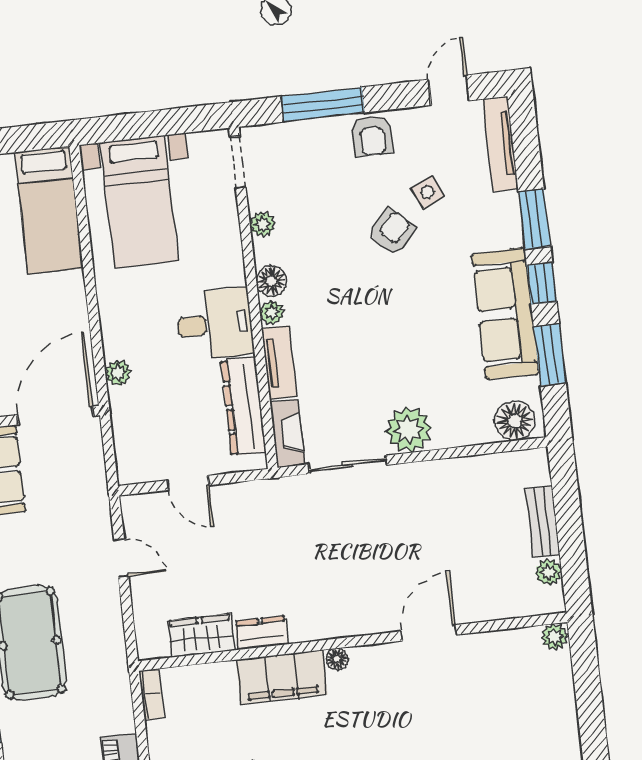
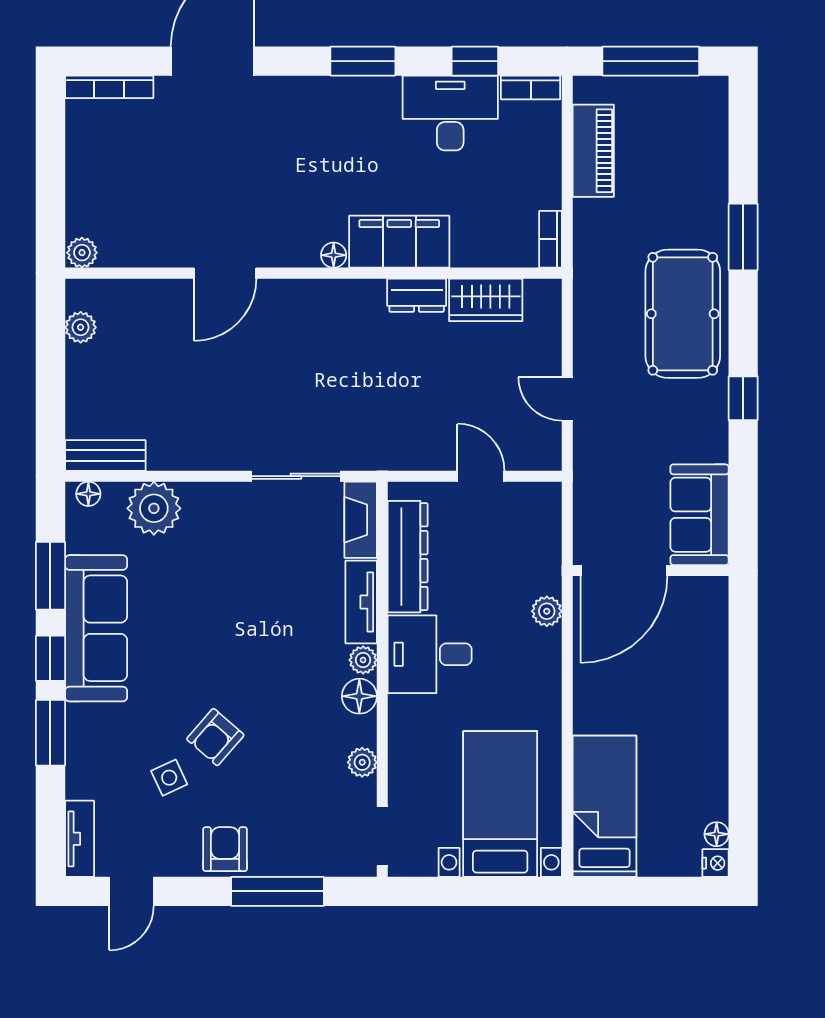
tv unit: (500, 144) -> (80, 839), width x0.71
floor lamp: (515, 421) -> (88, 494), width x0.53, depth x0.53
plant: (409, 430) -> (154, 508), moved
bench: (543, 521) -> (105, 455), moved, turned 90

